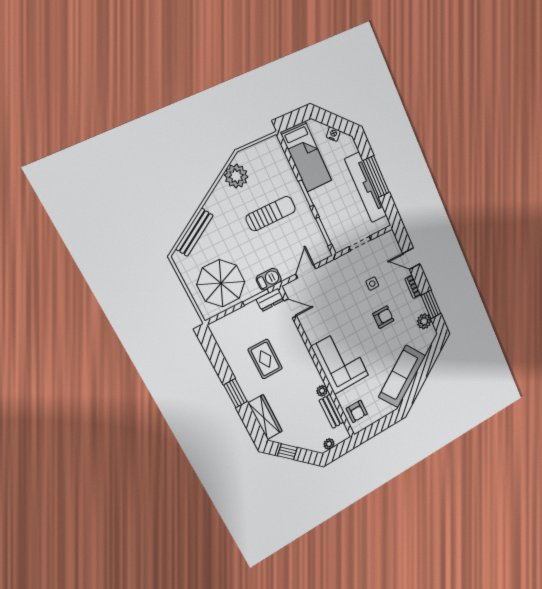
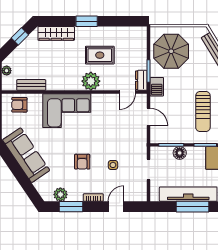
floor lamp: (328, 218) -> (180, 153), added
plant: (322, 391) -> (91, 81), moved, width x1.88, depth x1.88

